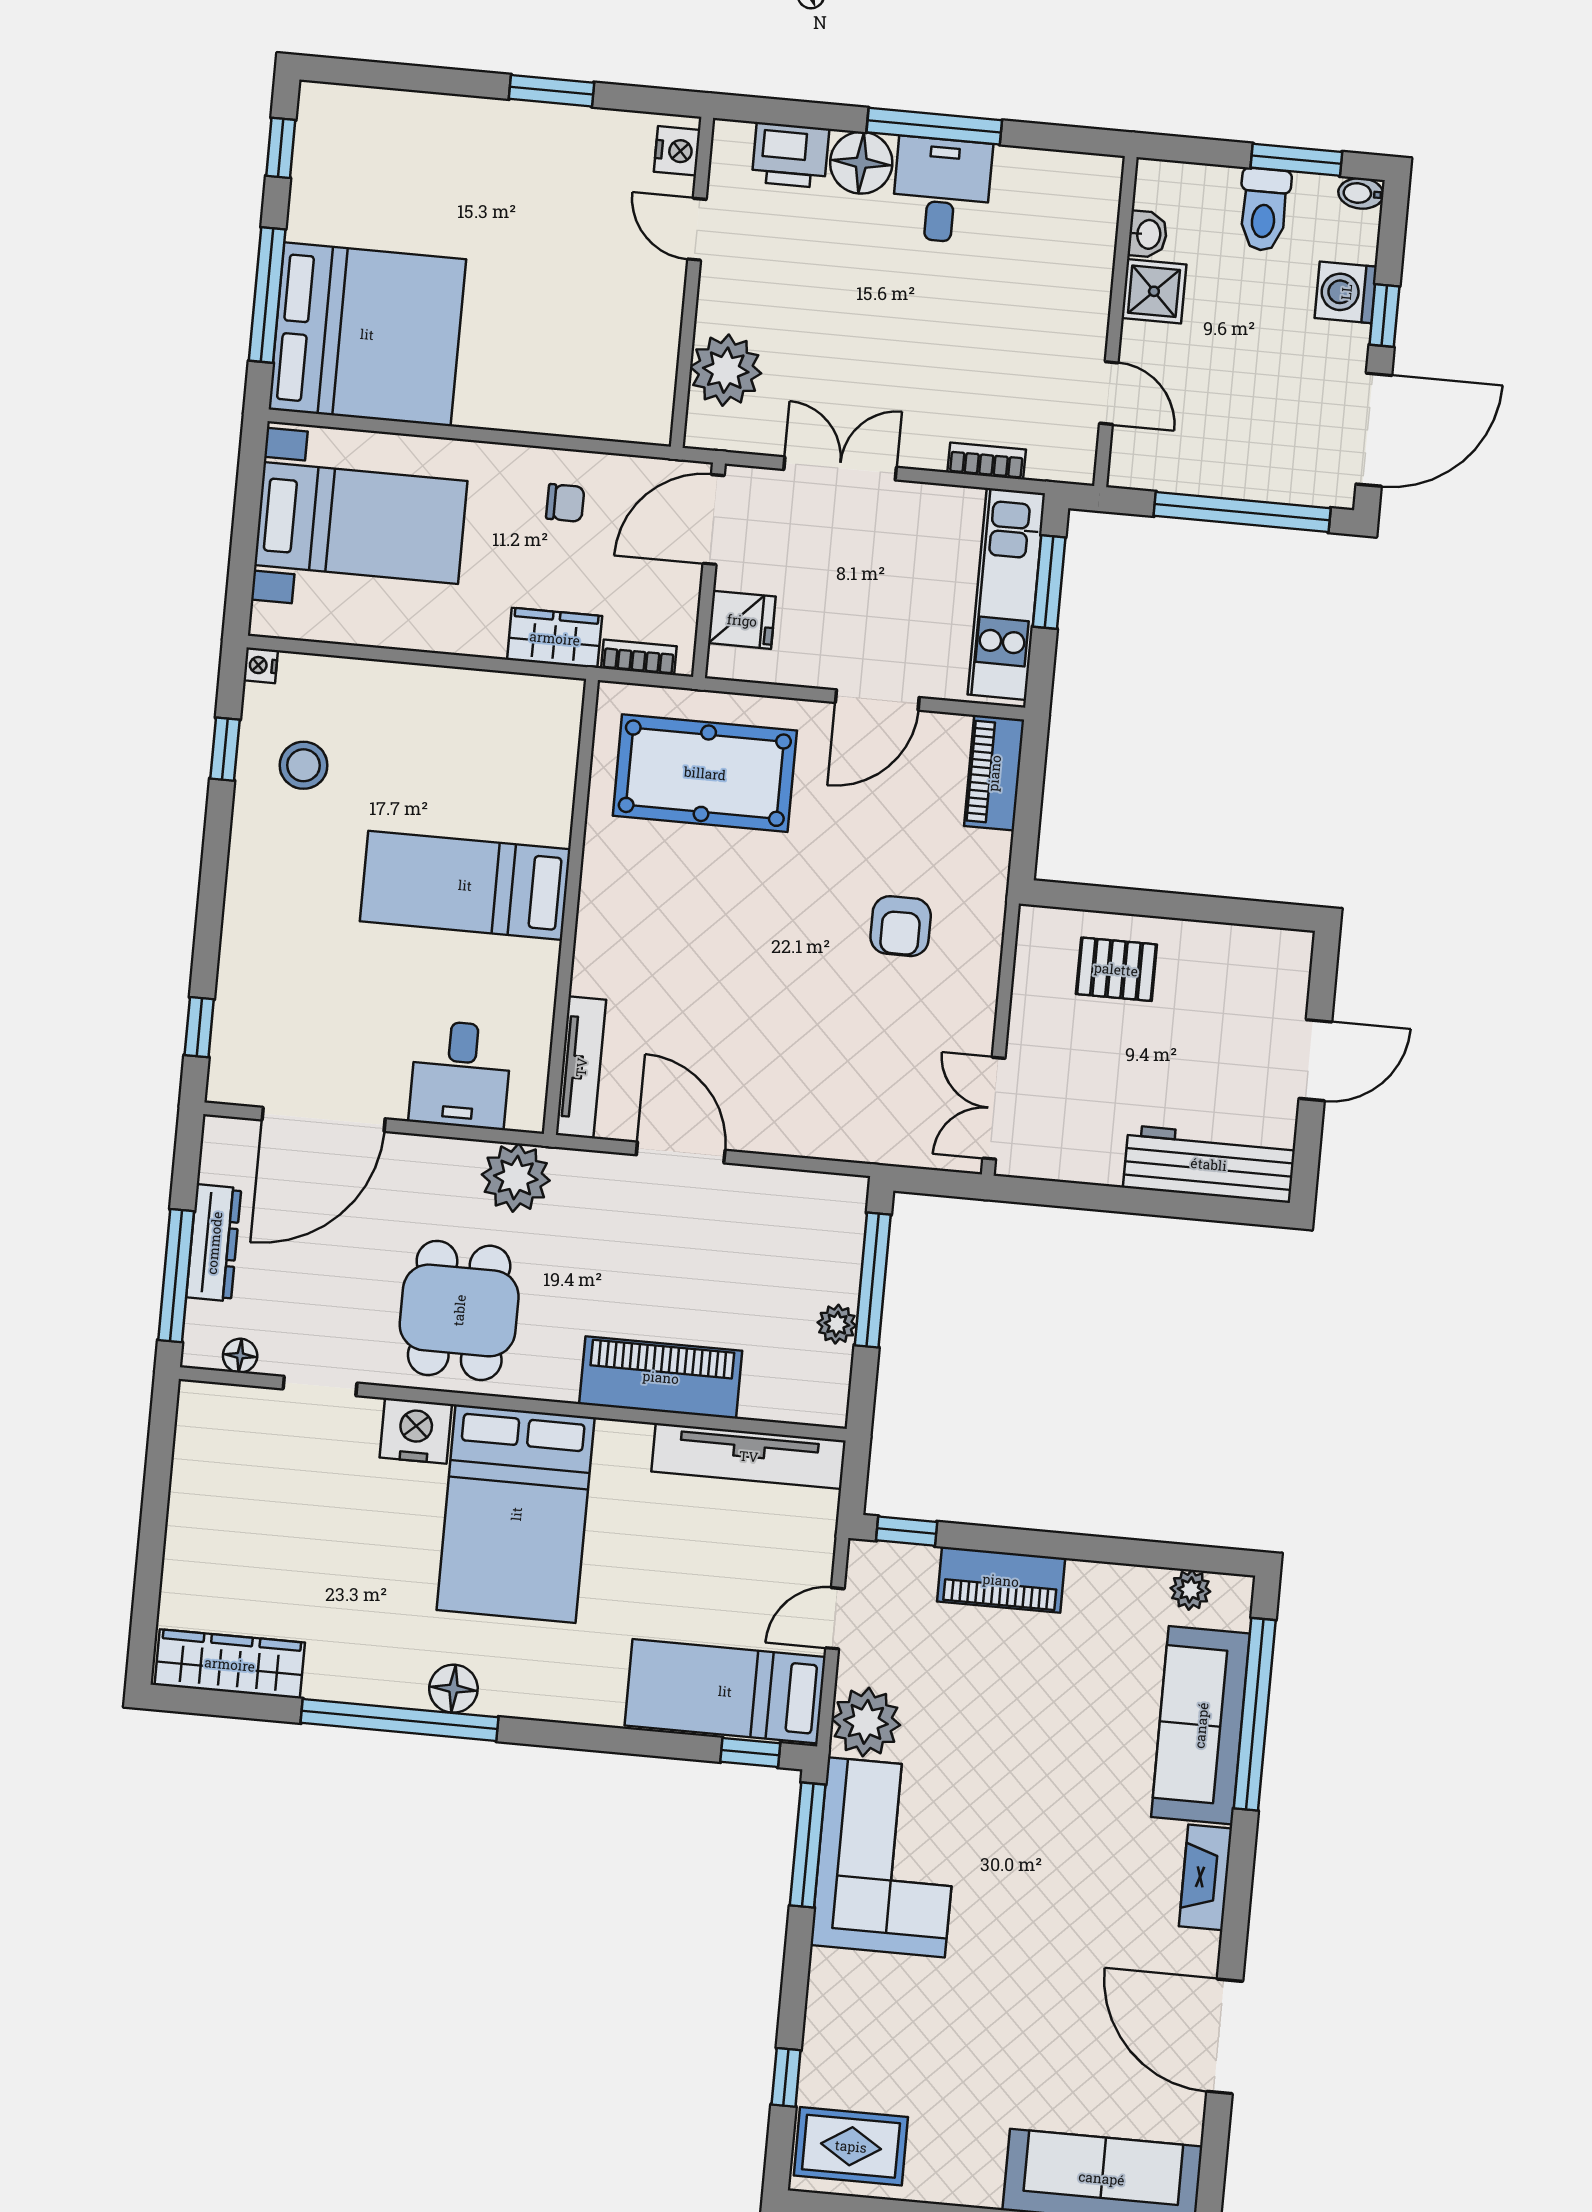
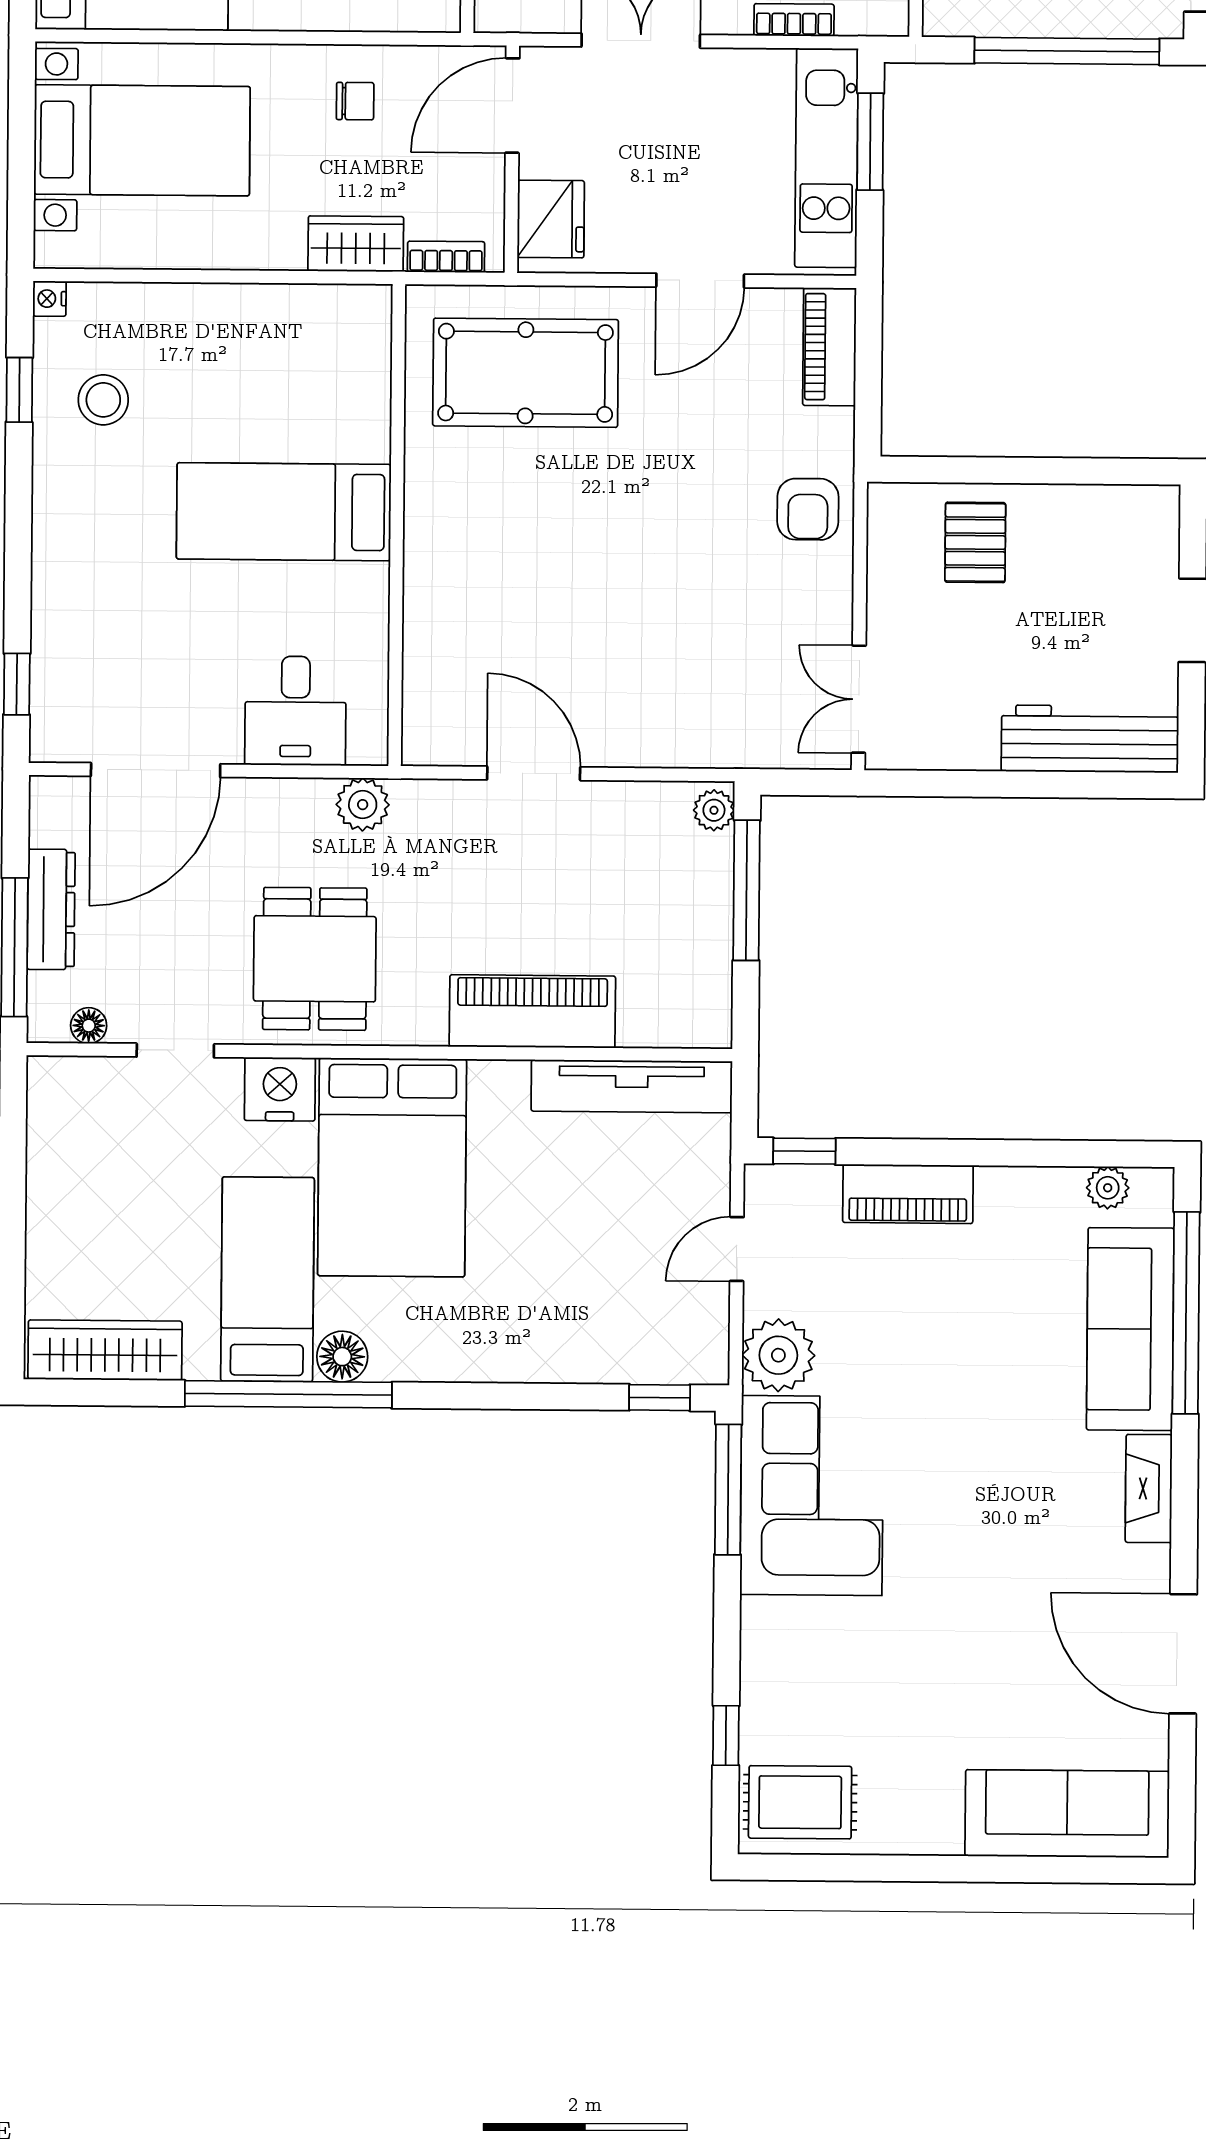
fridge: (742, 620) -> (551, 219), width x1.38
armchair: (901, 926) -> (808, 509), moved
pallet: (1116, 969) -> (975, 542), turned 90
tv unit: (581, 1067) -> (421, 693), removed
plant: (516, 1178) -> (363, 805), width x0.73, depth x0.73
plant: (837, 1324) -> (714, 810), moved
bed: (725, 1691) -> (267, 1279), moved, turned 90

